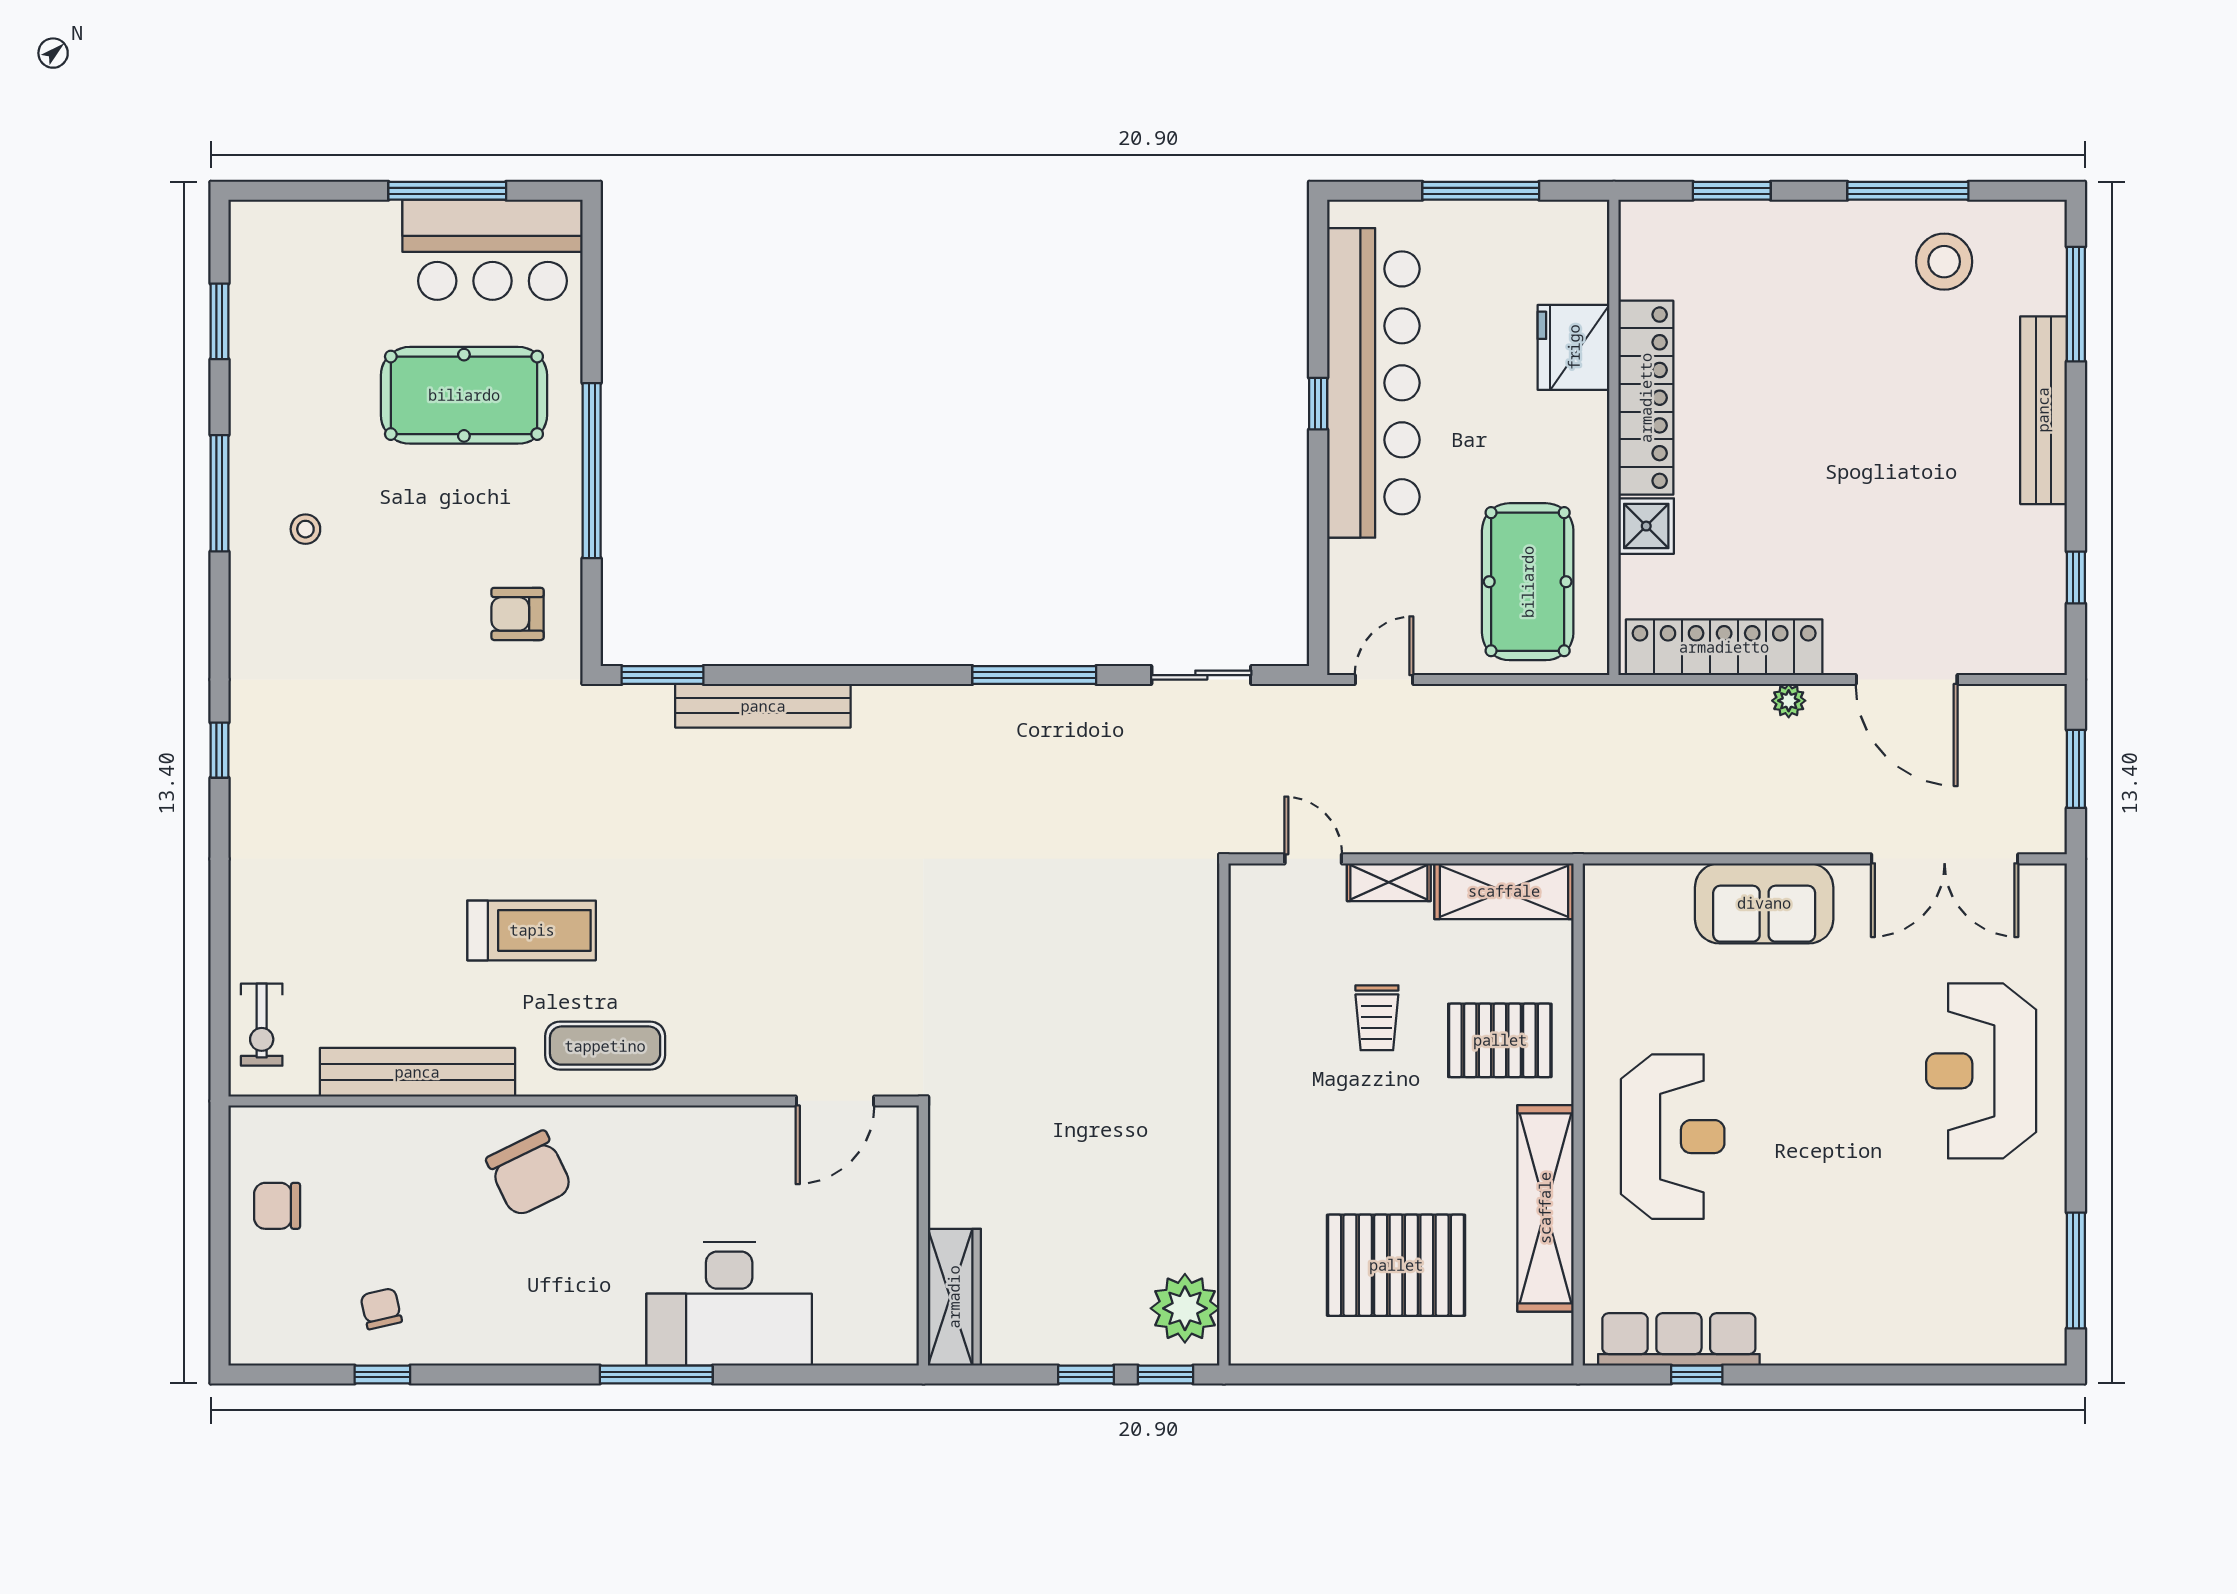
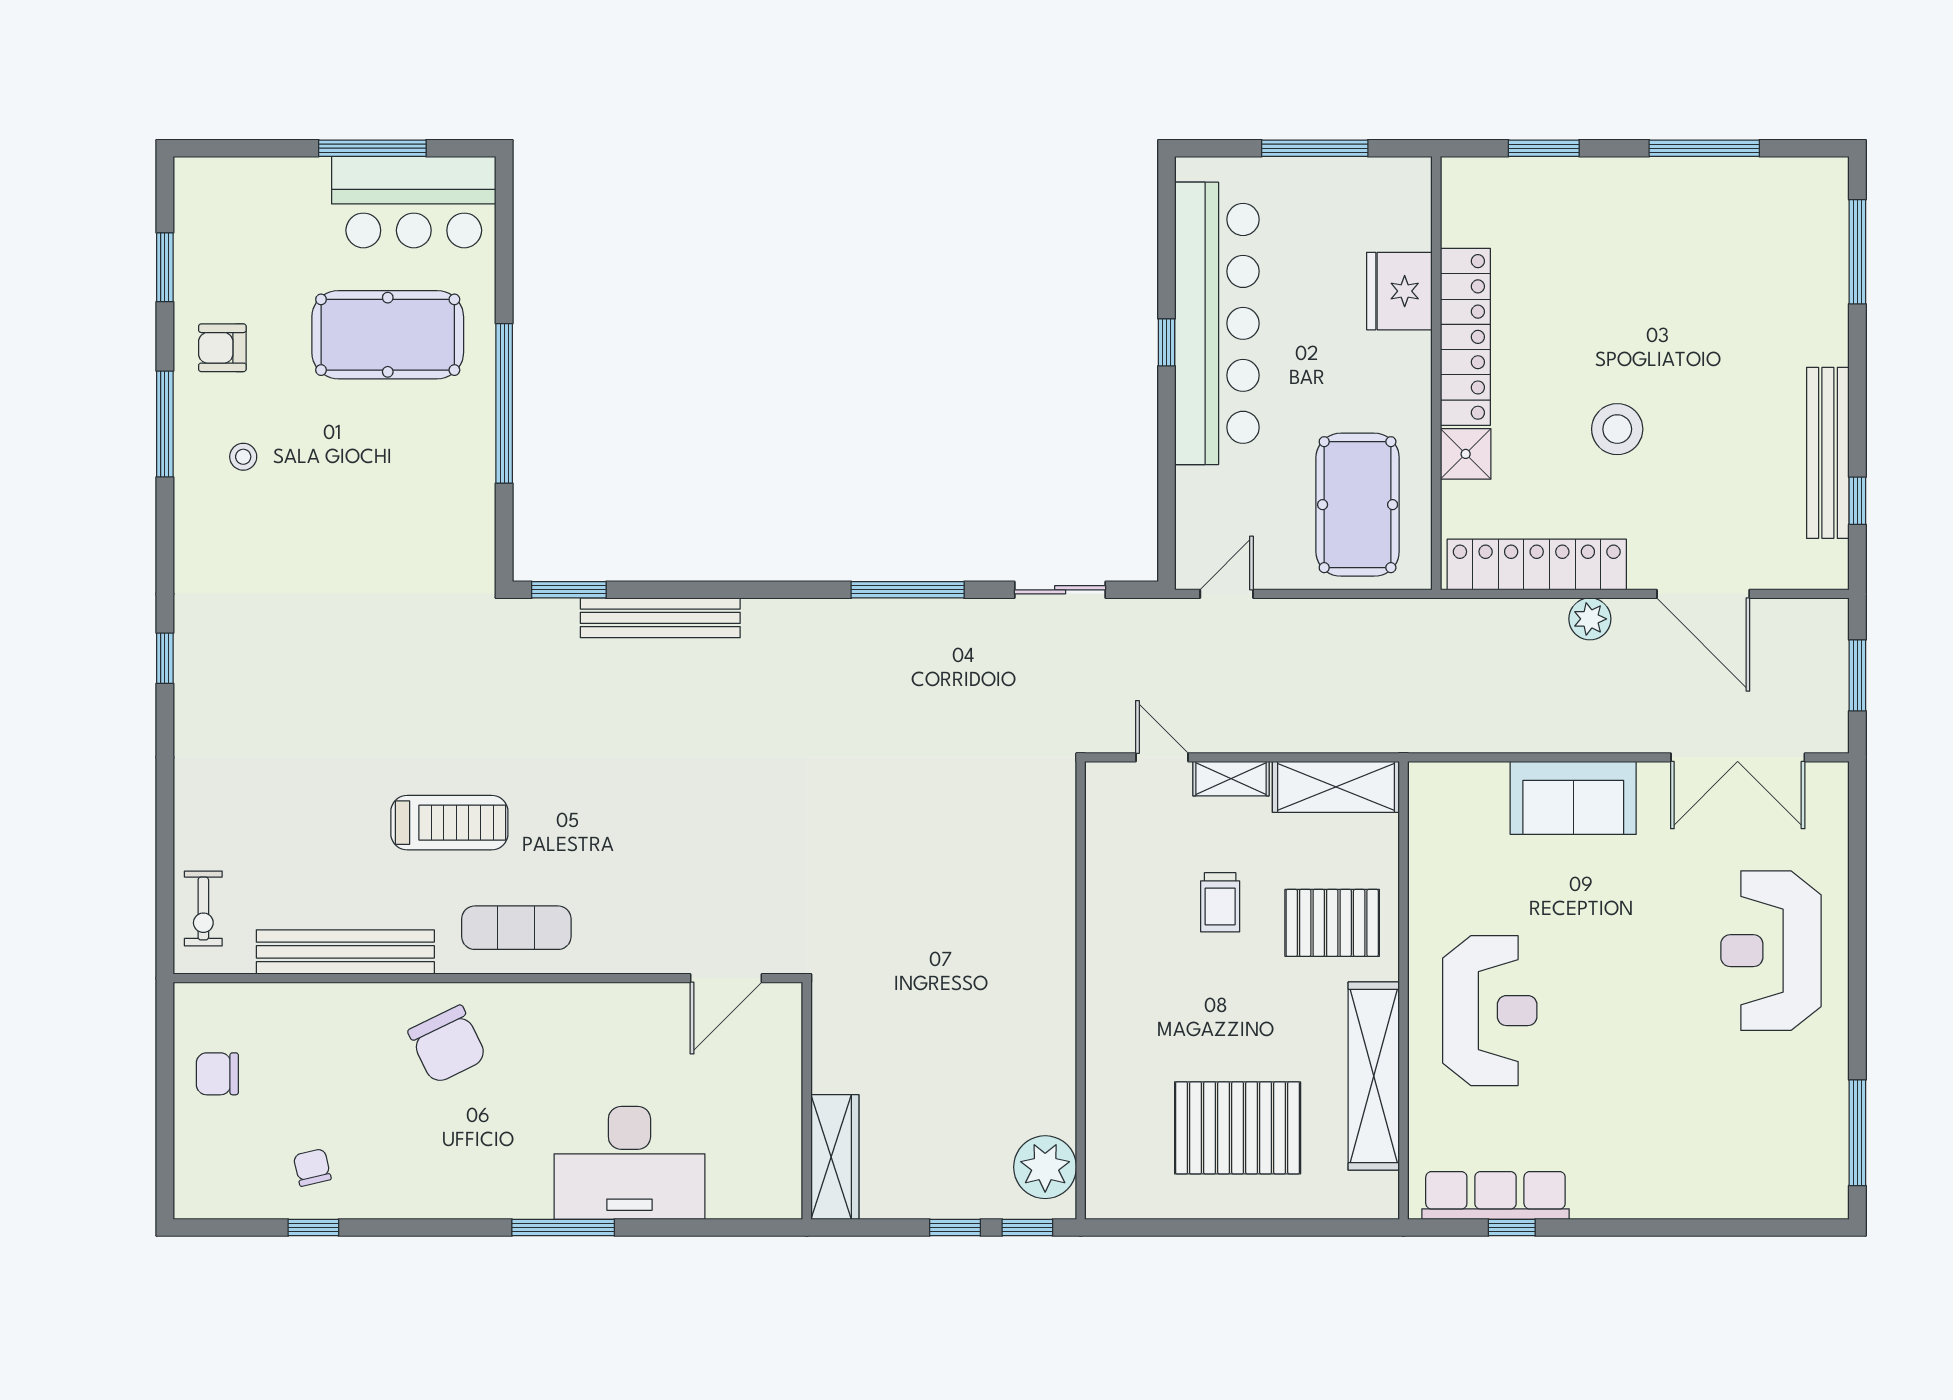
stool: (1944, 262) -> (1617, 429), moved
bench: (2043, 410) -> (1828, 453), moved
armchair: (518, 614) -> (222, 348), moved
plant: (1789, 701) -> (1590, 619), width x1.38, depth x1.38

